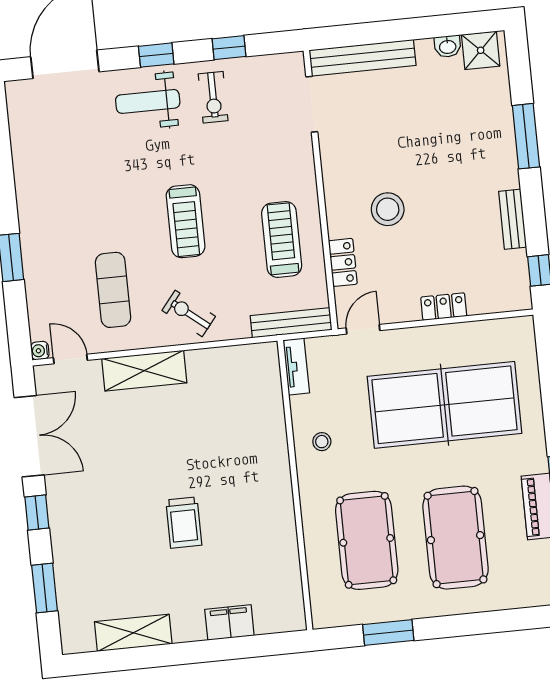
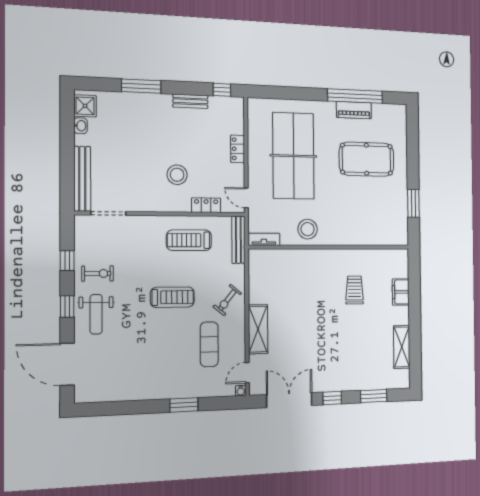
exercise mat: (113, 290) -> (209, 344), turned 90
stool: (322, 442) -> (308, 229), width x1.89, depth x1.89
trolley: (184, 523) -> (354, 290), moved, turned -90
pool table: (367, 540) -> (364, 210), removed

